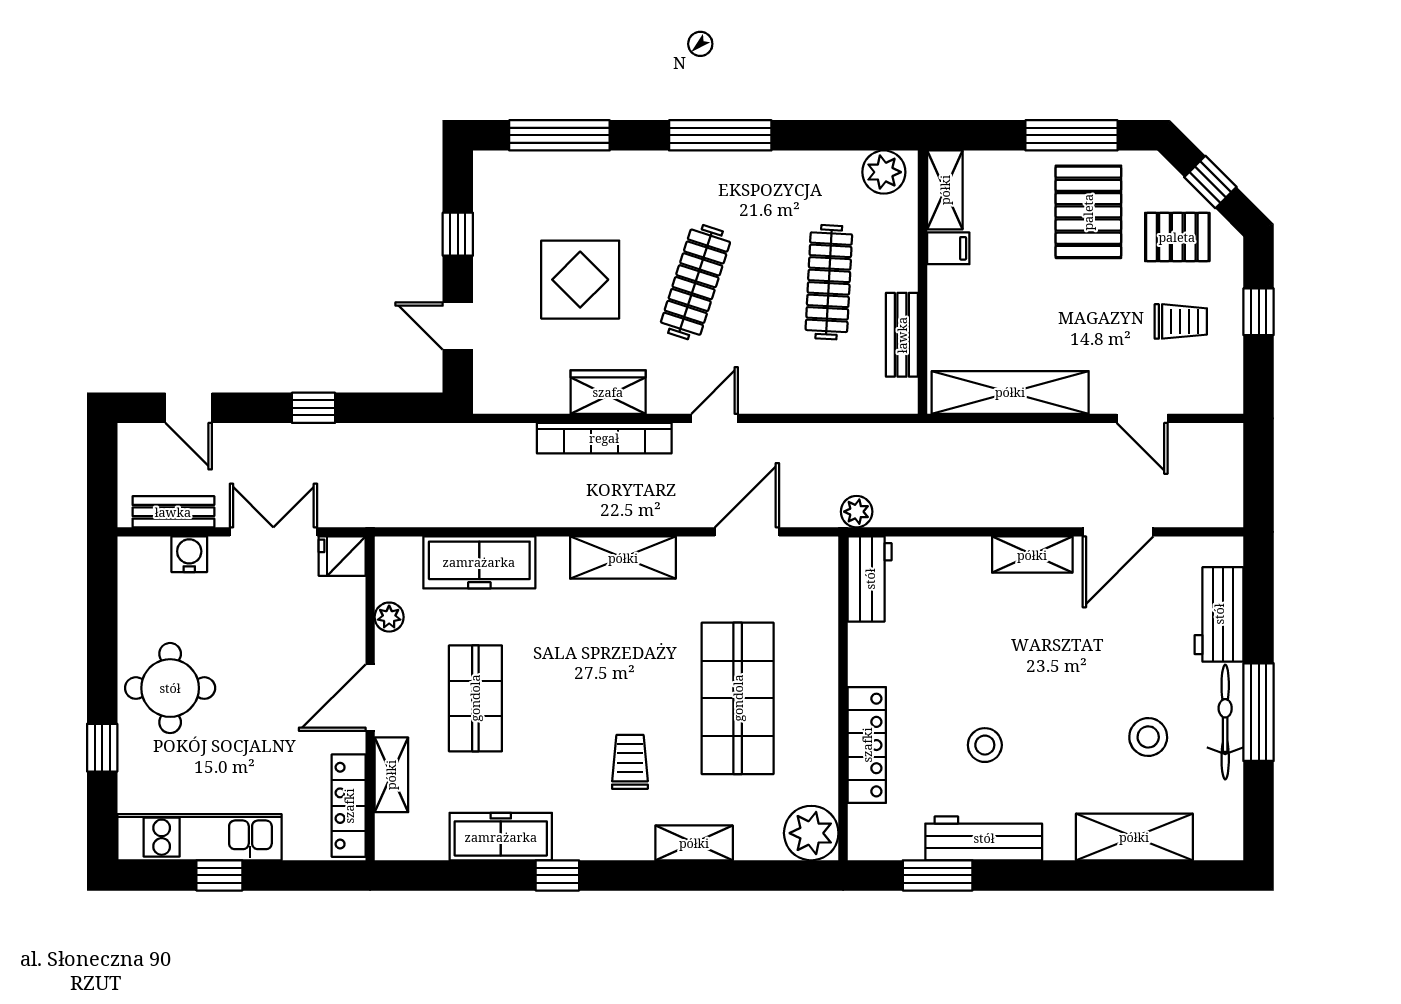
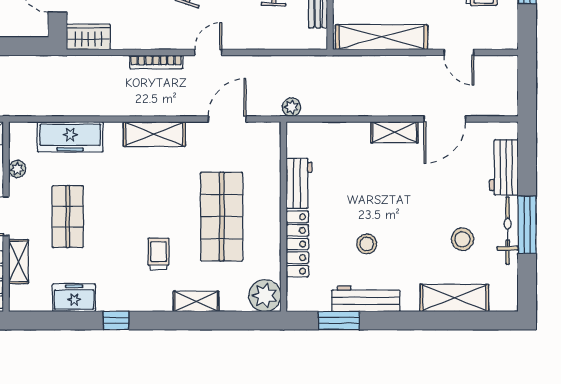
wardrobe: (608, 392) -> (88, 37), moved
bookcase: (604, 438) -> (156, 62), width x0.68, depth x0.76
workbench: (870, 579) -> (299, 183), moved
freezer: (501, 837) -> (74, 298), width x0.71

